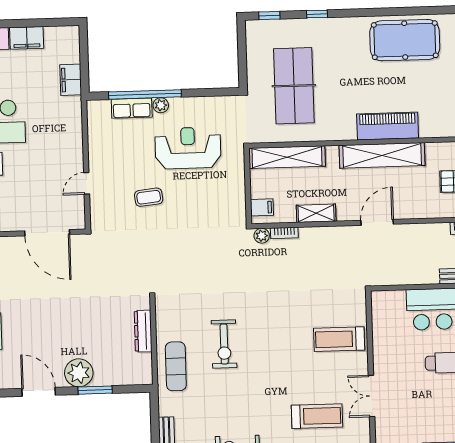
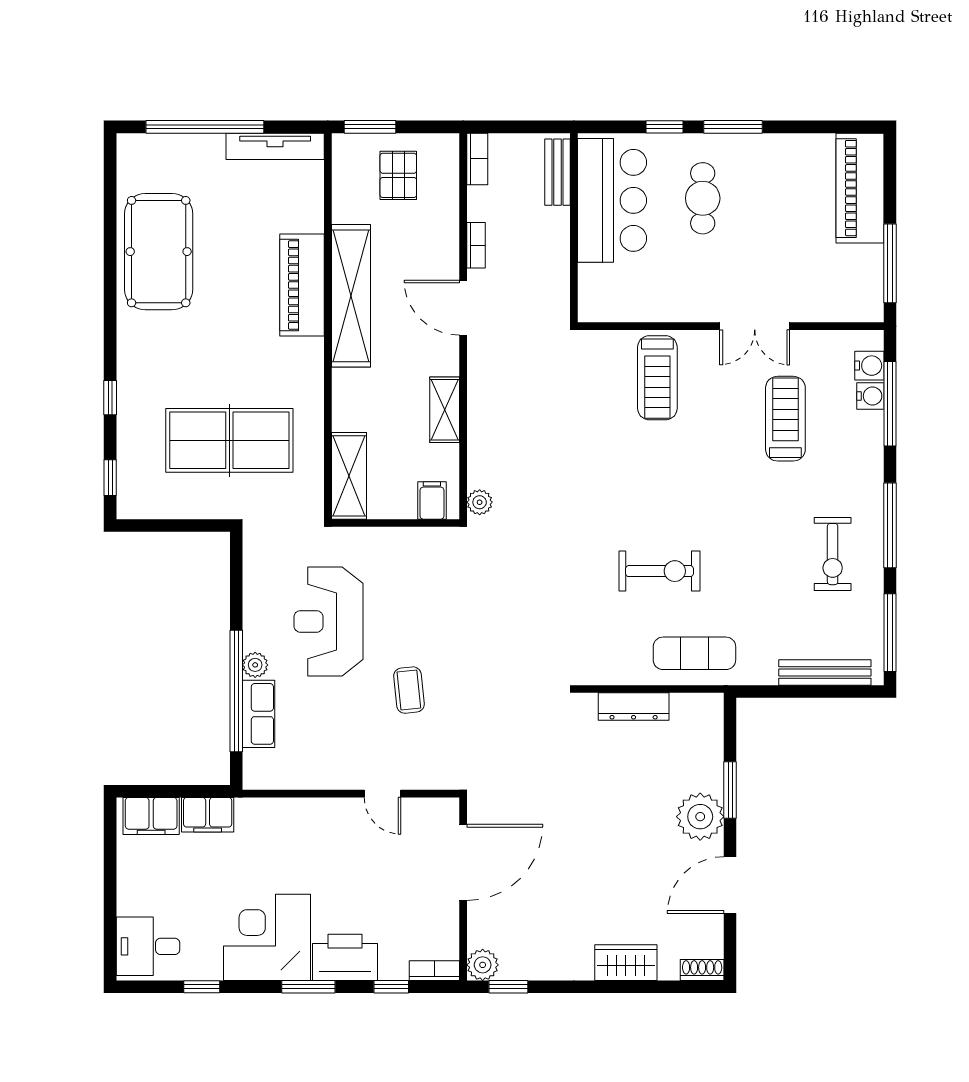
filing cabinet: (27, 38) -> (151, 816), moved, turned 90
shelving: (287, 157) -> (349, 476), width x0.68
bookcase: (284, 233) -> (476, 245), moved

